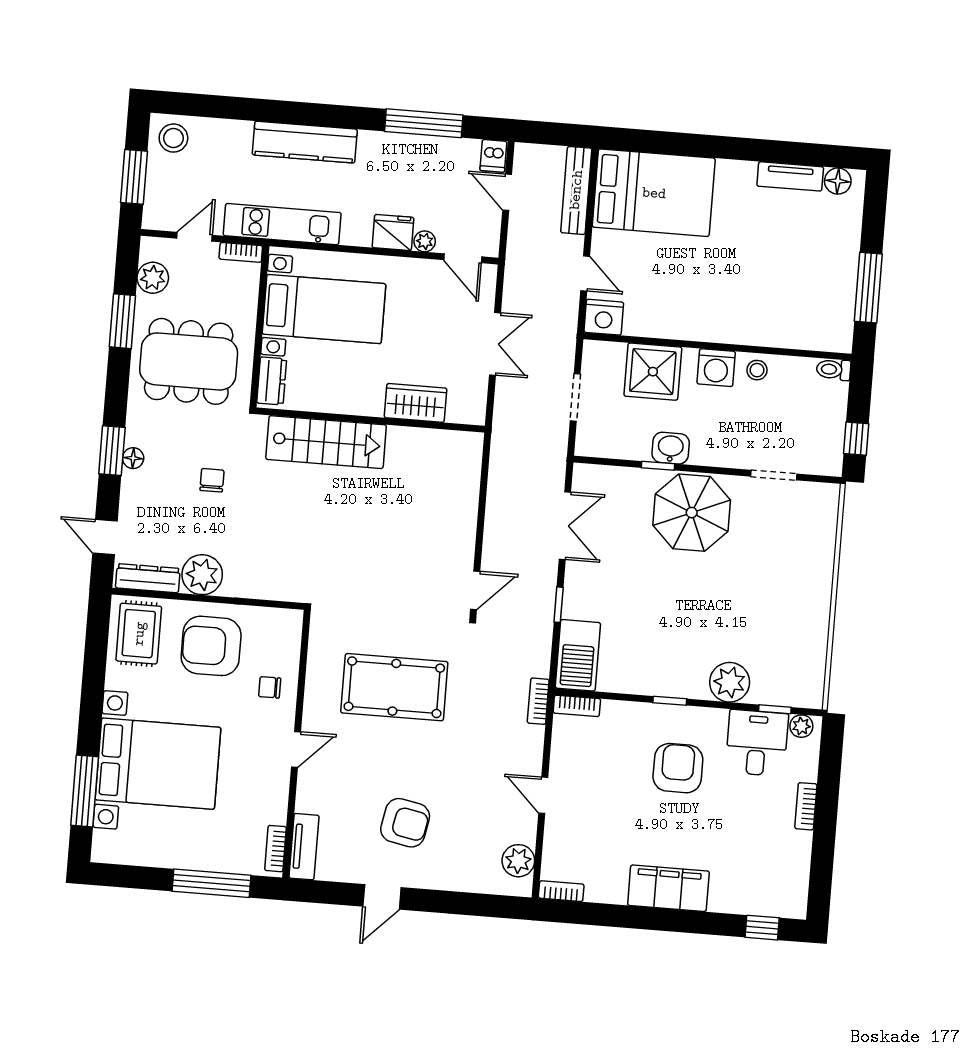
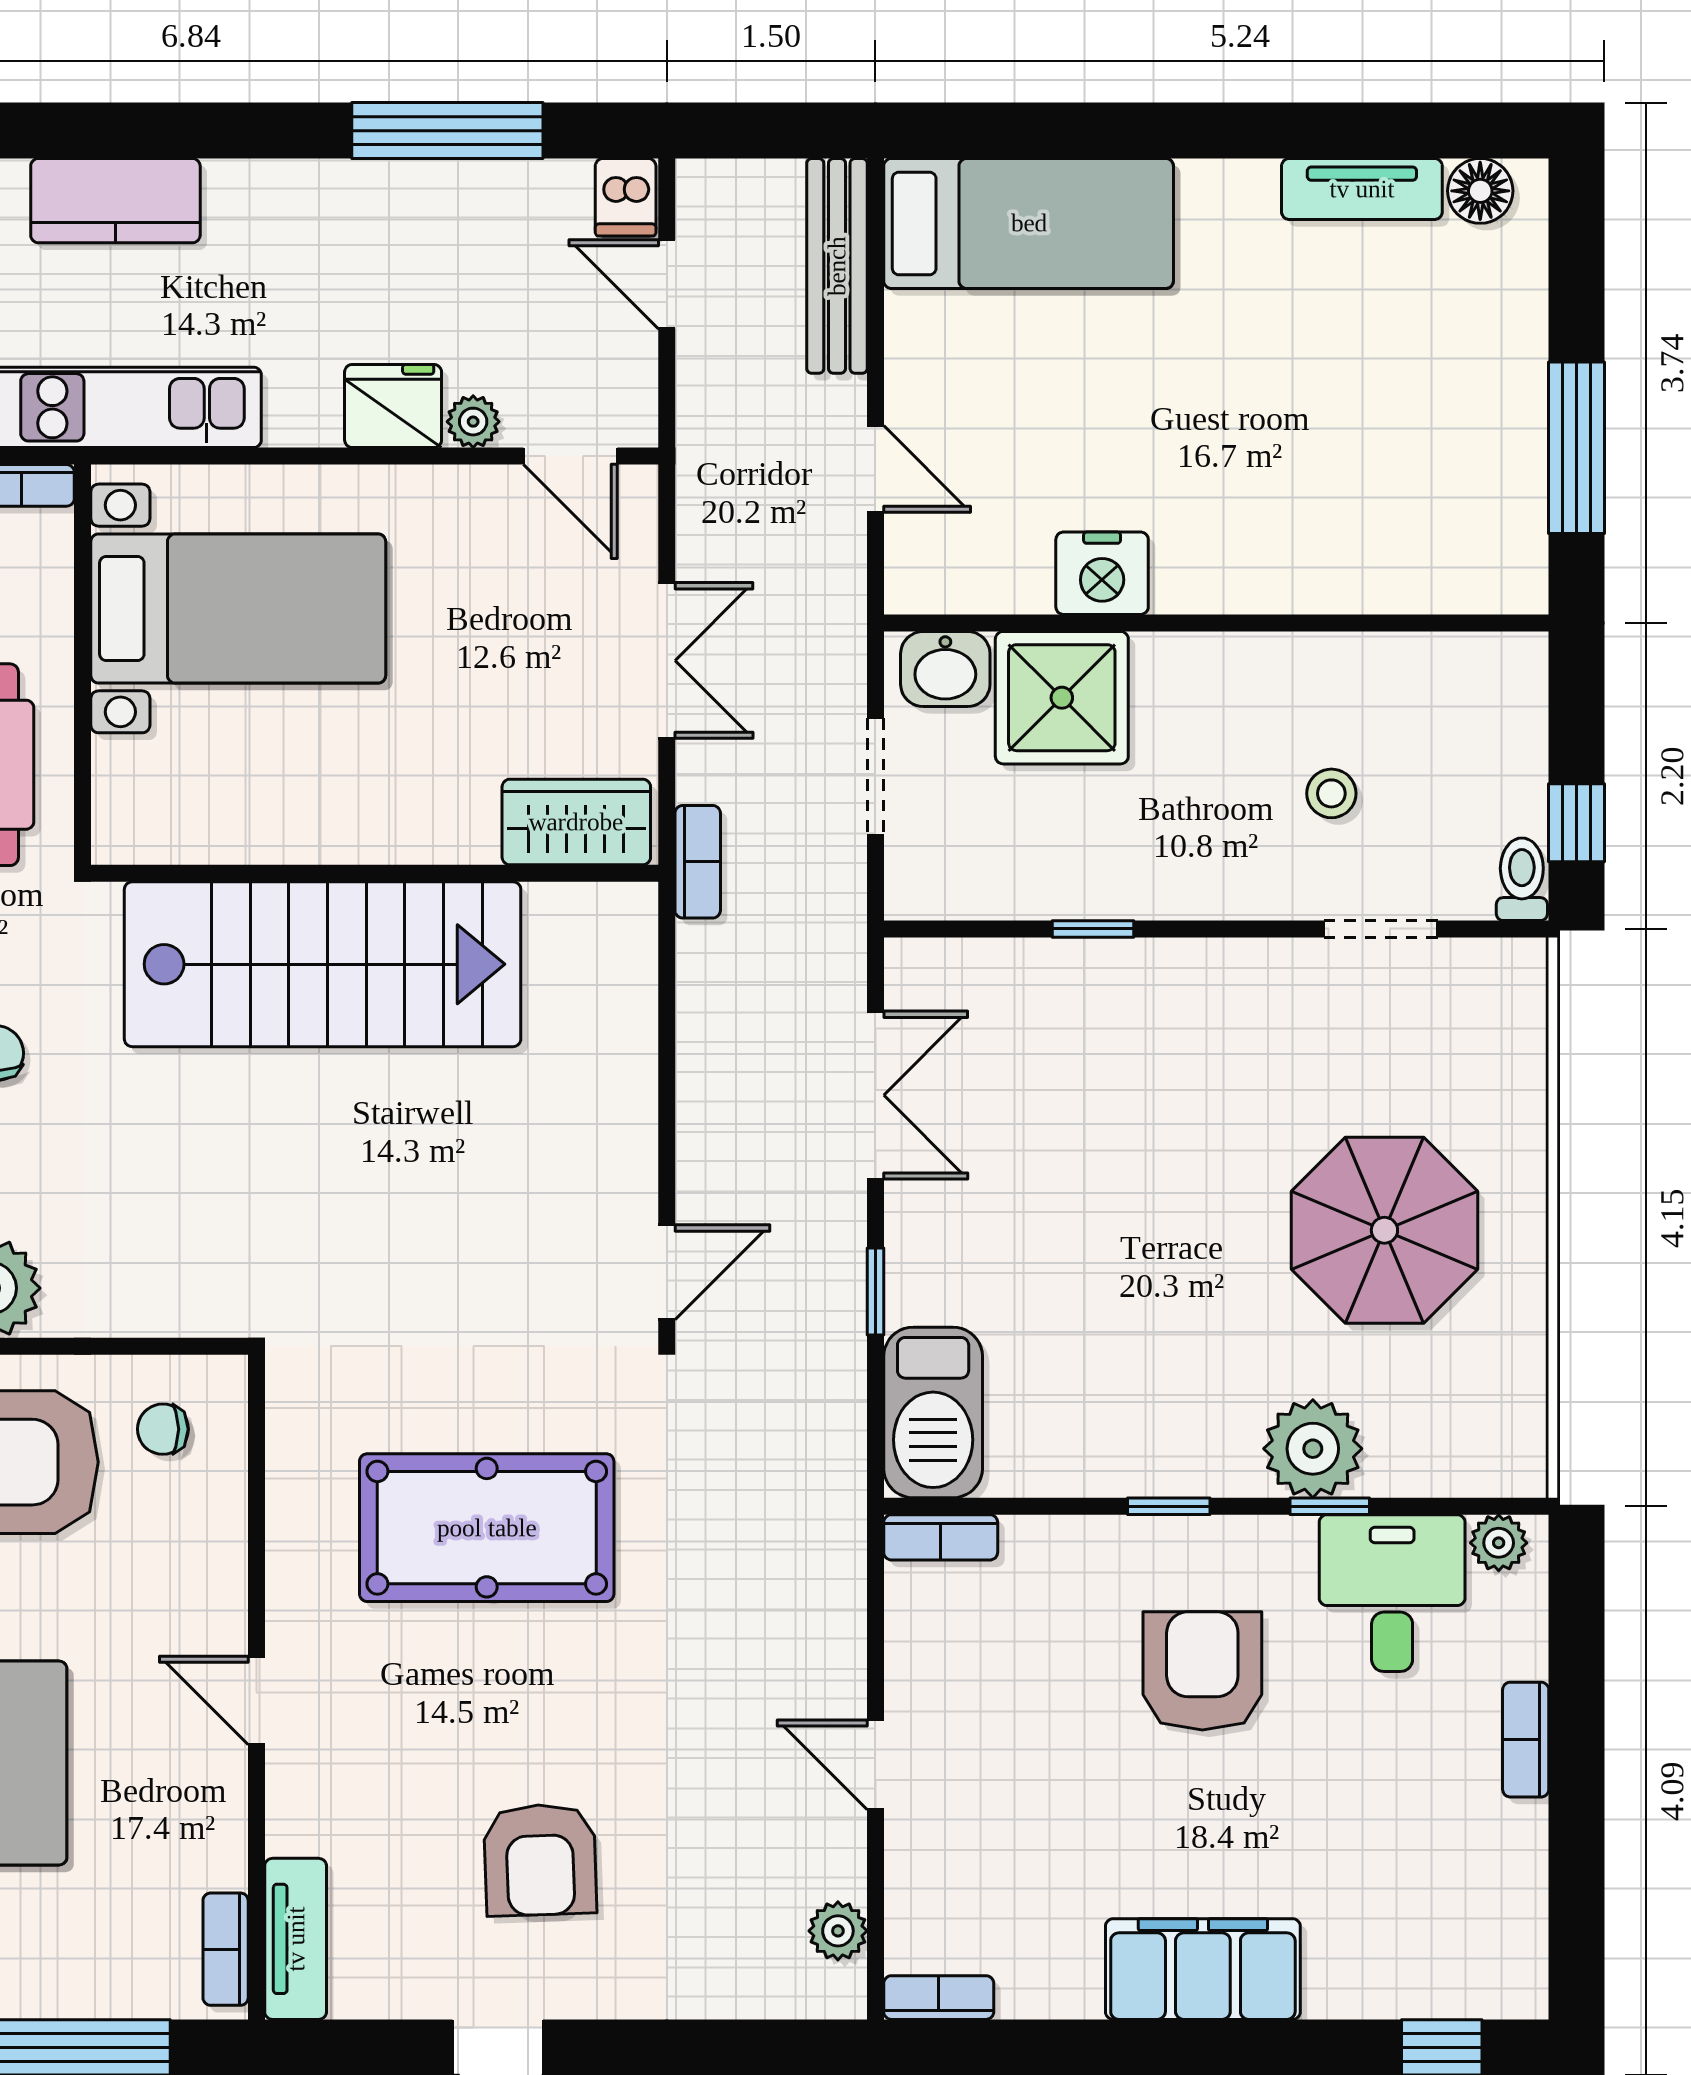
kitchen counter: (305, 142) -> (115, 201), width x0.67
bed: (654, 193) -> (1029, 223), width x0.67
nightstand: (604, 317) -> (1102, 573), moved
washing machine: (716, 368) -> (1217, 675), removed
stool: (757, 370) -> (1331, 793), moved
toilet: (834, 370) -> (1522, 879), moved, turned 90
dresser: (272, 381) -> (123, 796), removed
wardrobe: (416, 403) -> (576, 822), moved
stairs: (326, 442) -> (323, 964), width x1.36, depth x1.51
washbasin: (671, 448) -> (945, 669), moved, turned 180
parasol: (692, 513) -> (1384, 1230), moved
chair: (270, 687) -> (163, 1429), moved
bookcase: (538, 701) -> (698, 862), moved, turned 180
window: (775, 709) -> (1330, 1506), moved
door: (296, 749) -> (256, 1700), swing flipped
armchair: (405, 823) -> (540, 1860), turned 77
plant: (518, 861) -> (838, 1931), width x0.73, depth x0.73

